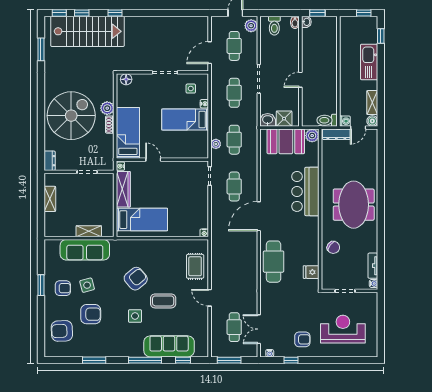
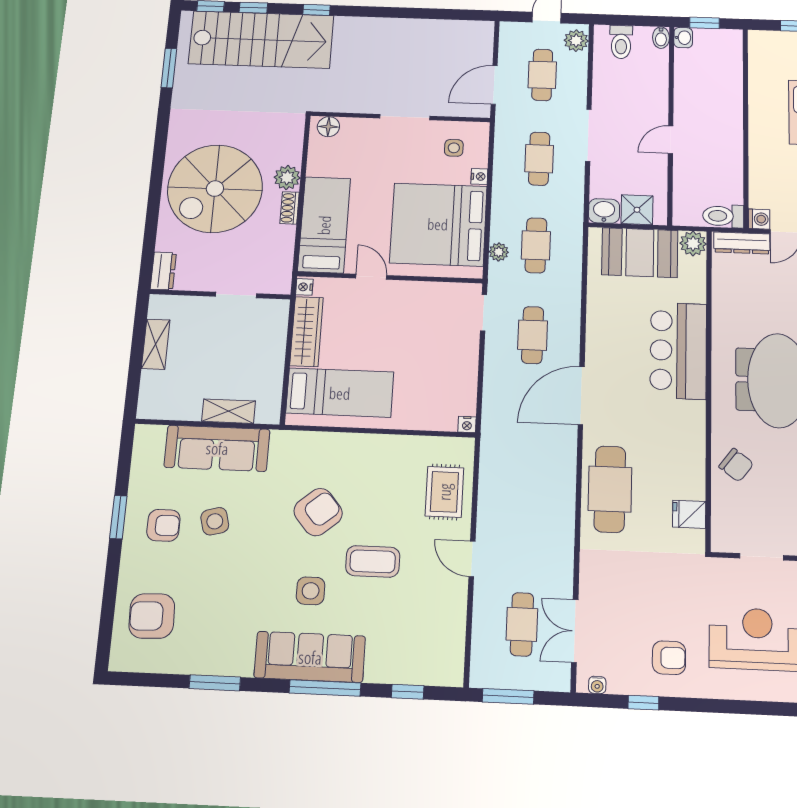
spiral stairs: (71, 116) -> (215, 189), turned 180
bed: (185, 119) -> (438, 224), width x2.04
armchair: (91, 314) -> (217, 583), removed
sofa: (169, 346) -> (310, 657), moved

